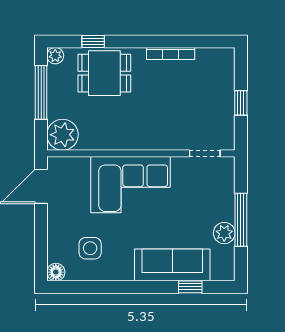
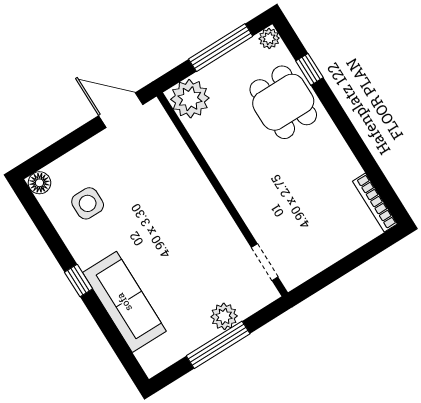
bookcase: (171, 54) -> (375, 203), moved
window: (241, 103) -> (342, 267), removed
corner sofa: (130, 185) -> (182, 204), removed
plant: (224, 233) -> (224, 316), moved
window: (190, 287) -> (79, 281), moved

